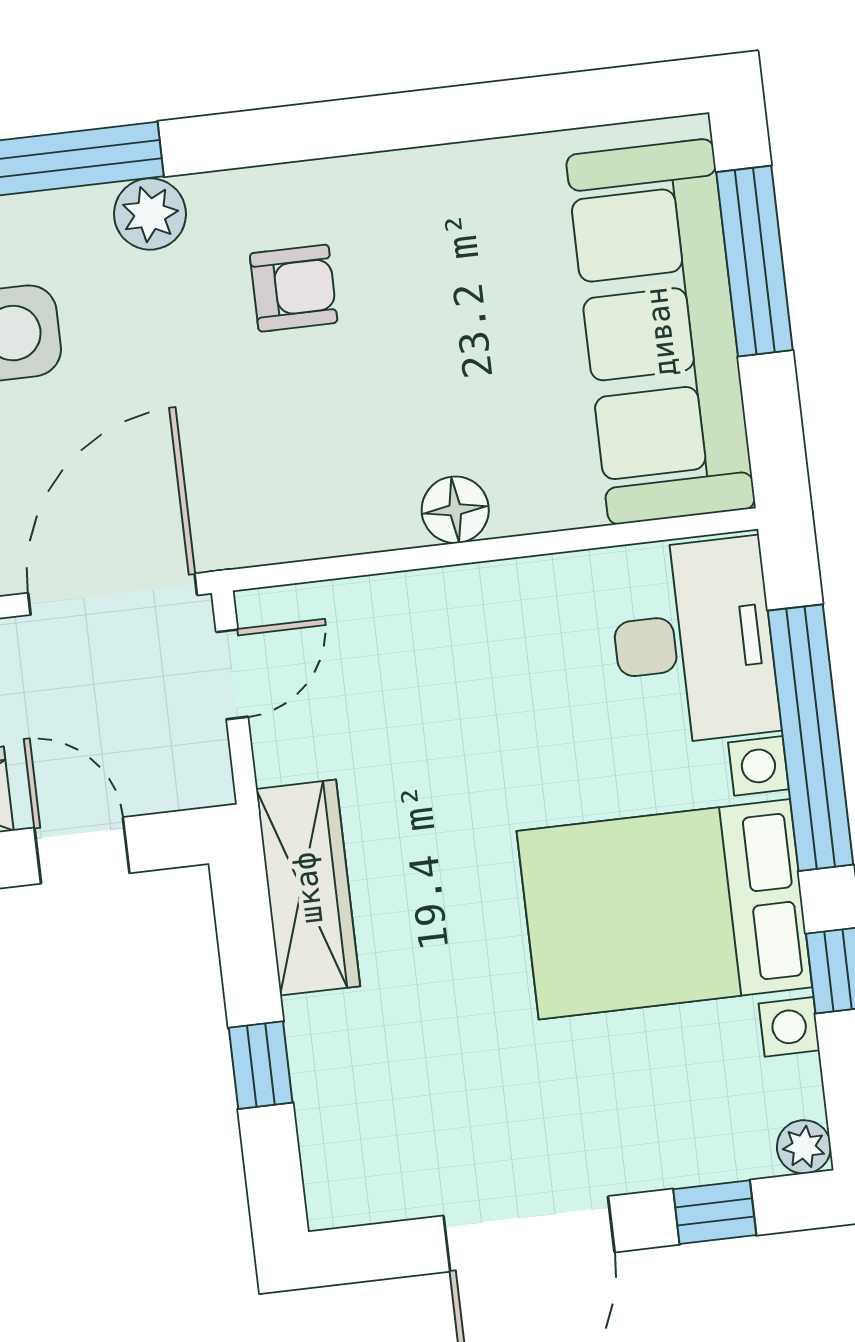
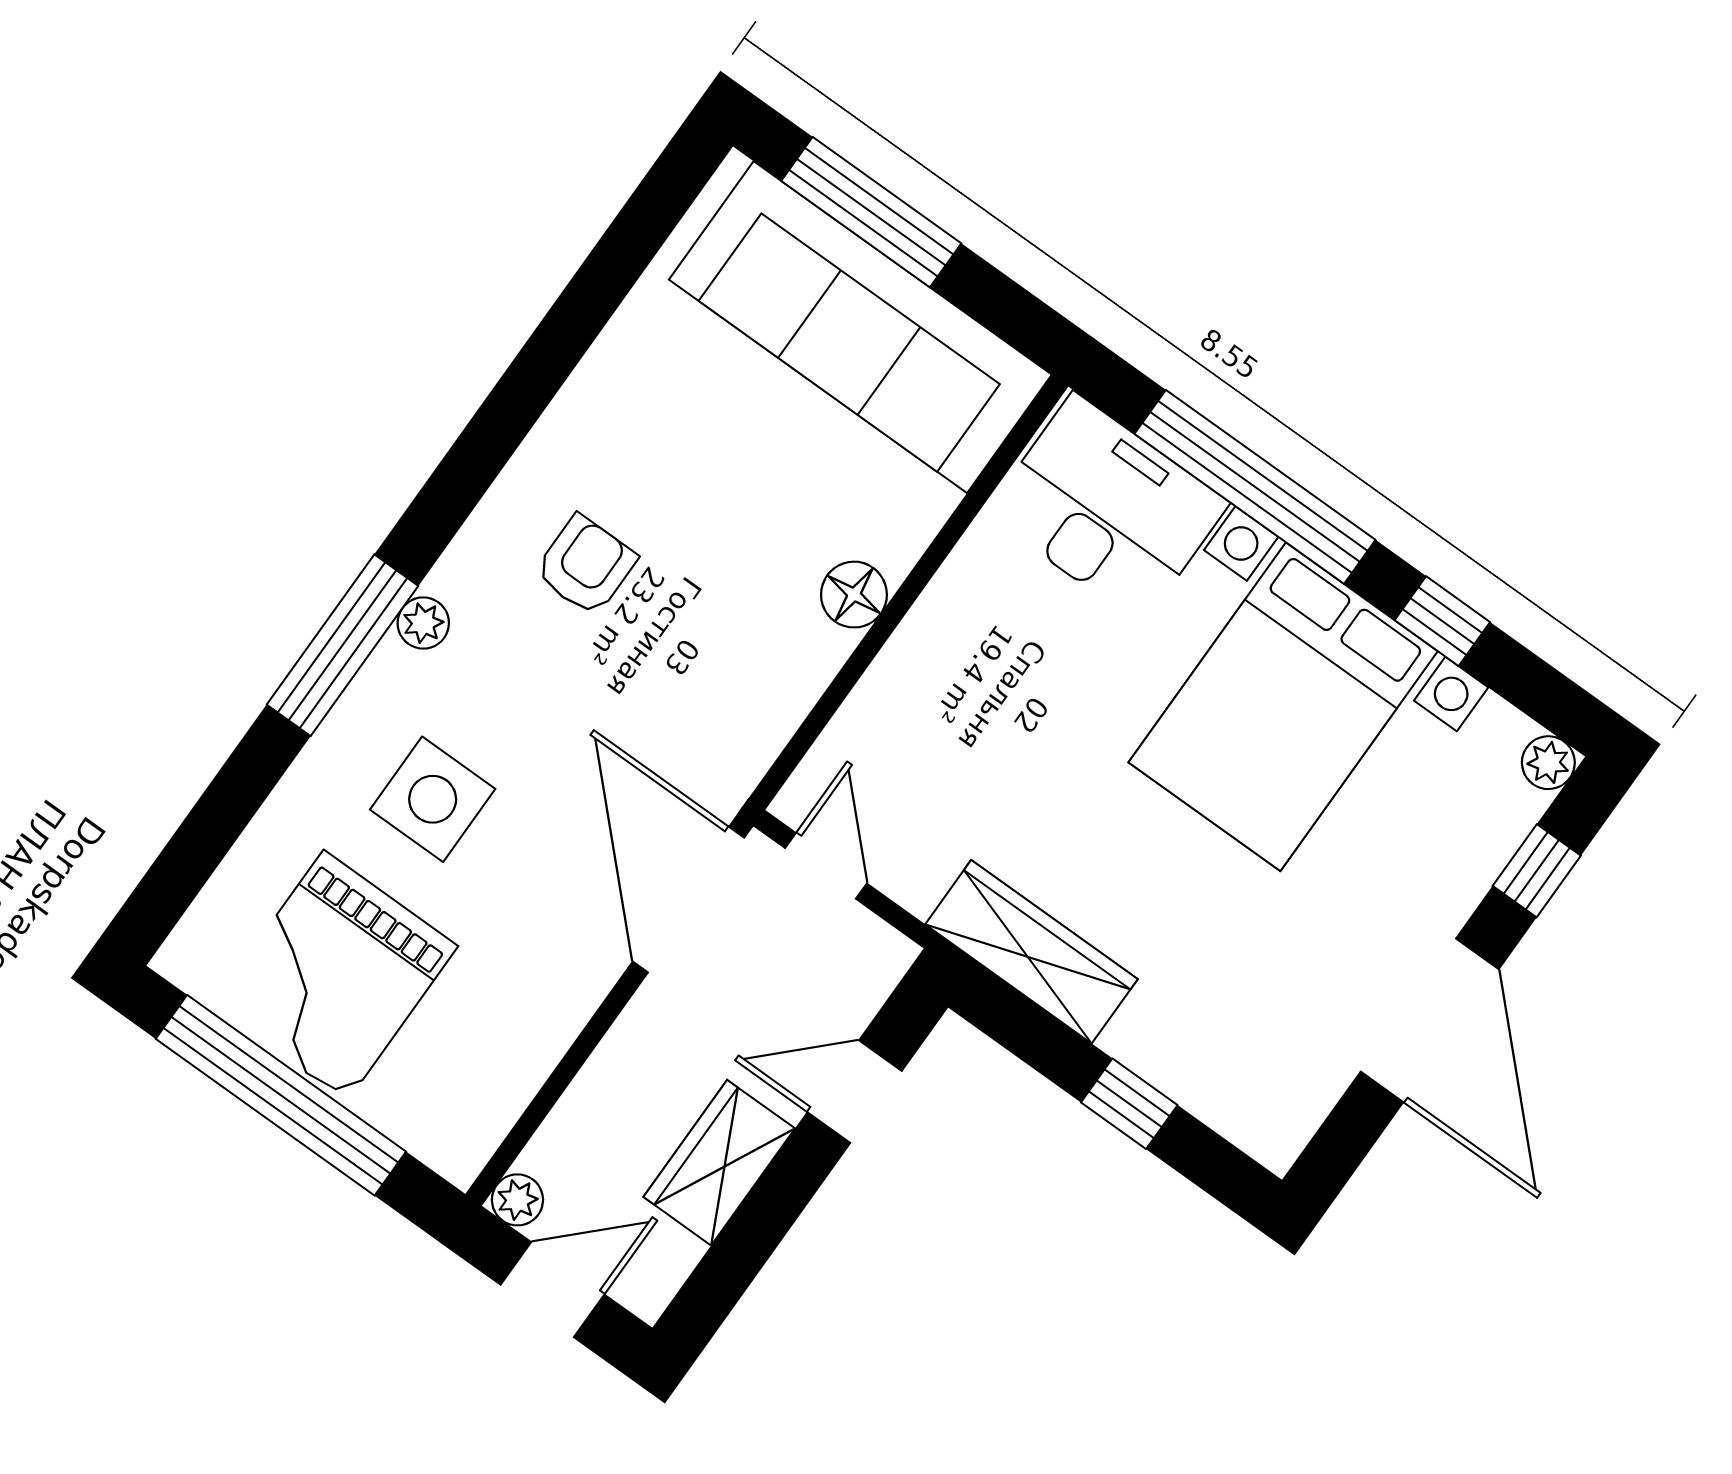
plant: (150, 214) -> (423, 623), width x0.73, depth x0.73

